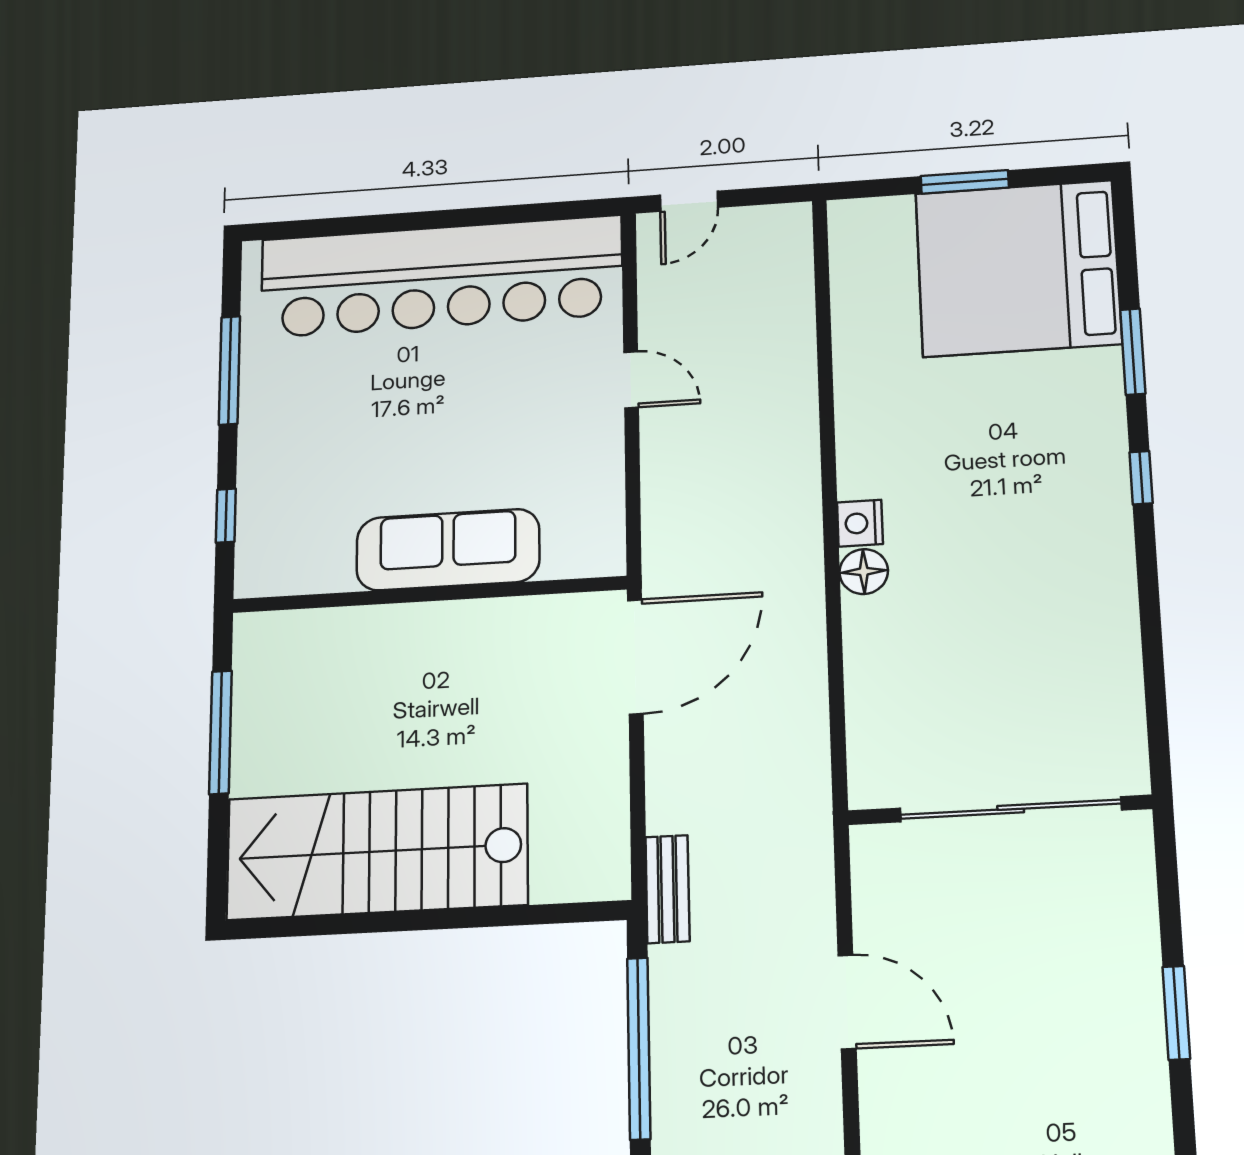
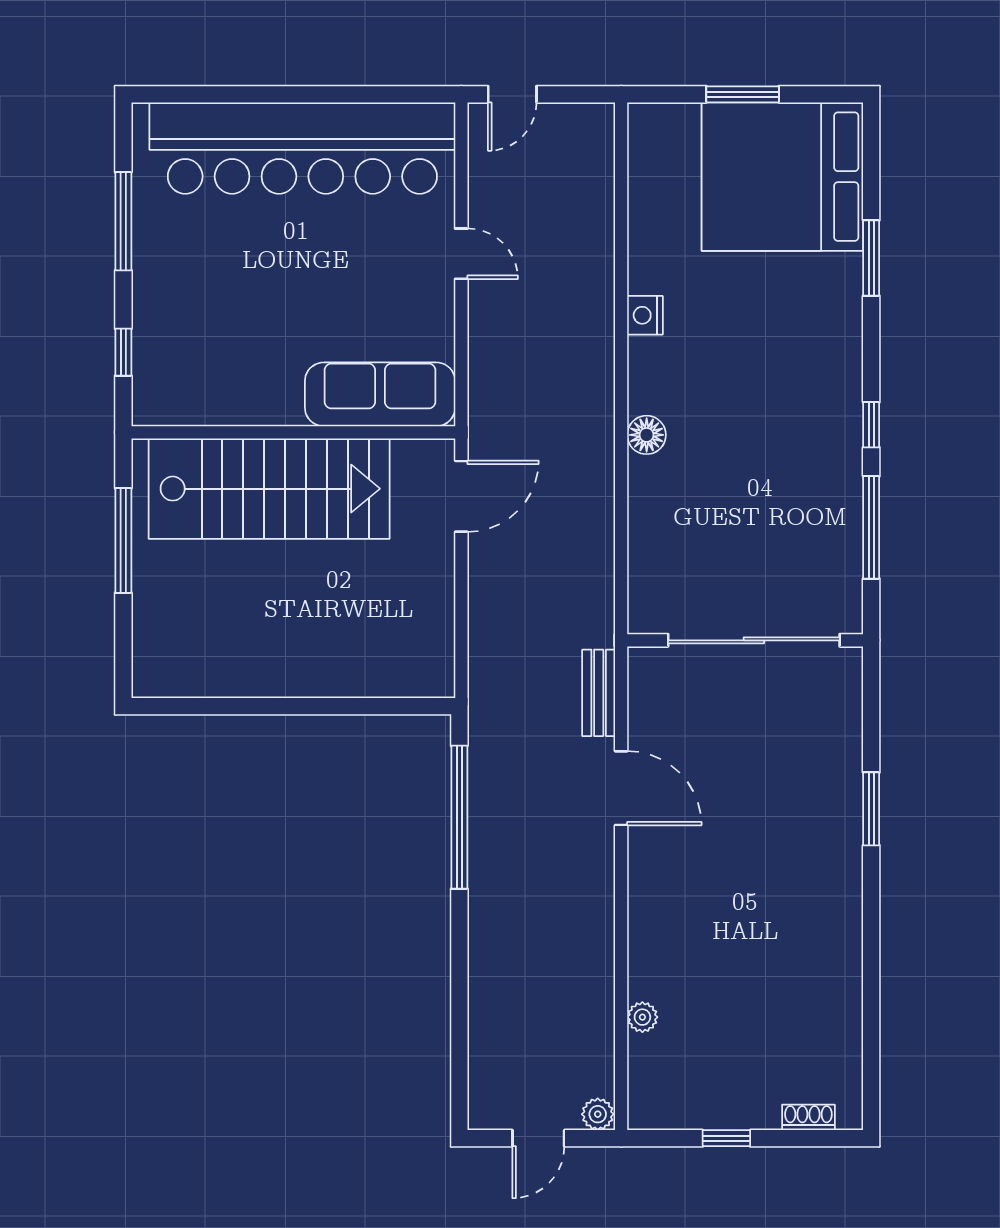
window: (1141, 478) -> (871, 425), moved
nightstand: (860, 523) -> (645, 315), moved
sofa: (448, 550) -> (380, 394), moved
door: (635, 657) -> (461, 496), width x0.73
window: (1153, 664) -> (871, 527), added
stairs: (377, 852) -> (269, 489), moved, turned 180
bench: (667, 889) -> (599, 693), moved

